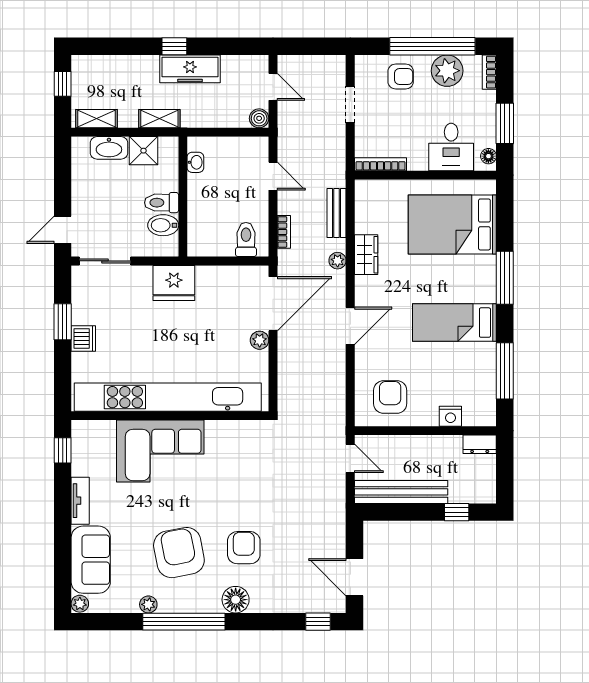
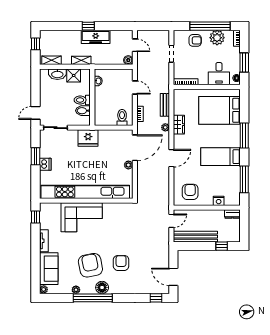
door: (350, 458) -> (171, 221), hinge flipped
floor lamp: (236, 600) -> (102, 287), moved

